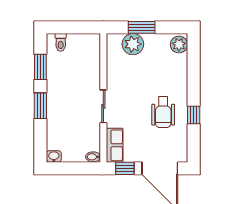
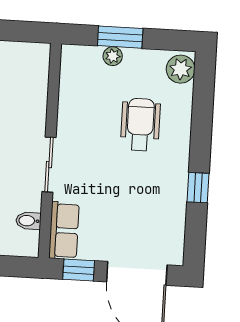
plant: (133, 44) -> (113, 56), width x0.53, depth x0.53
wheelchair: (163, 112) -> (140, 125), moved, turned 180
bidet: (93, 157) -> (28, 221), moved

